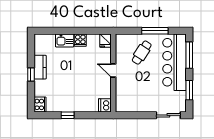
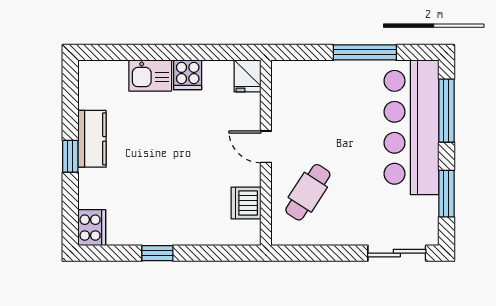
cafe table: (142, 53) -> (308, 192), moved
dishwasher: (105, 105) -> (246, 203), moved

